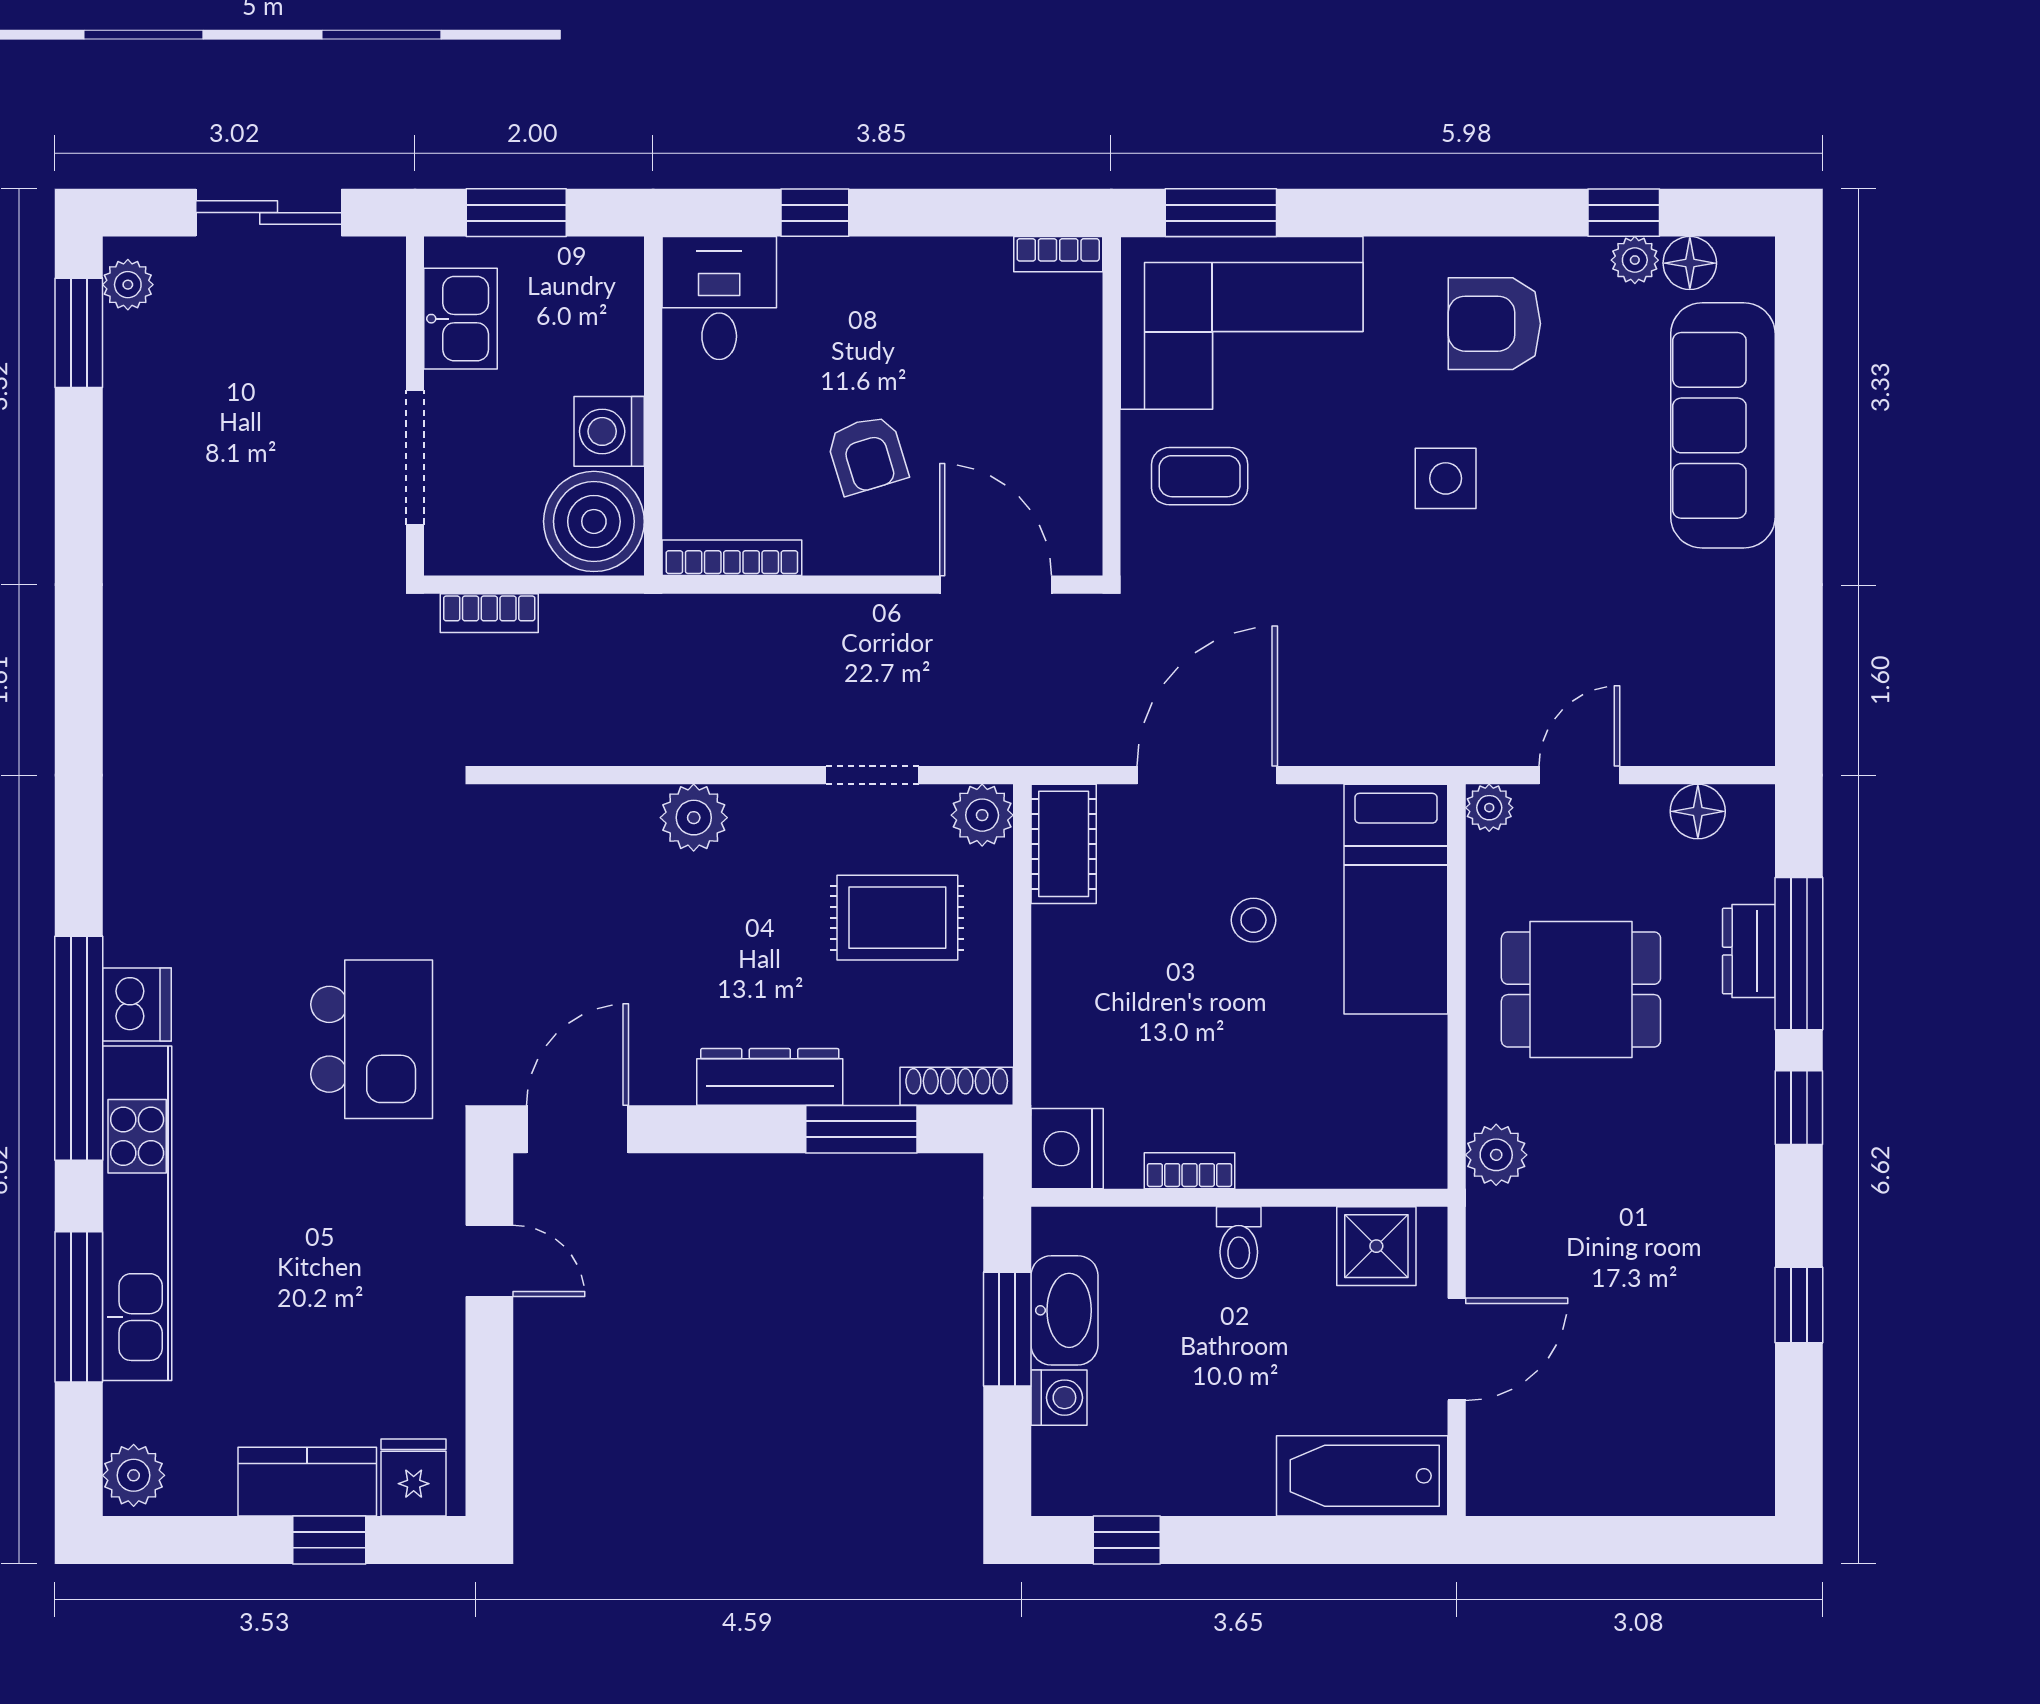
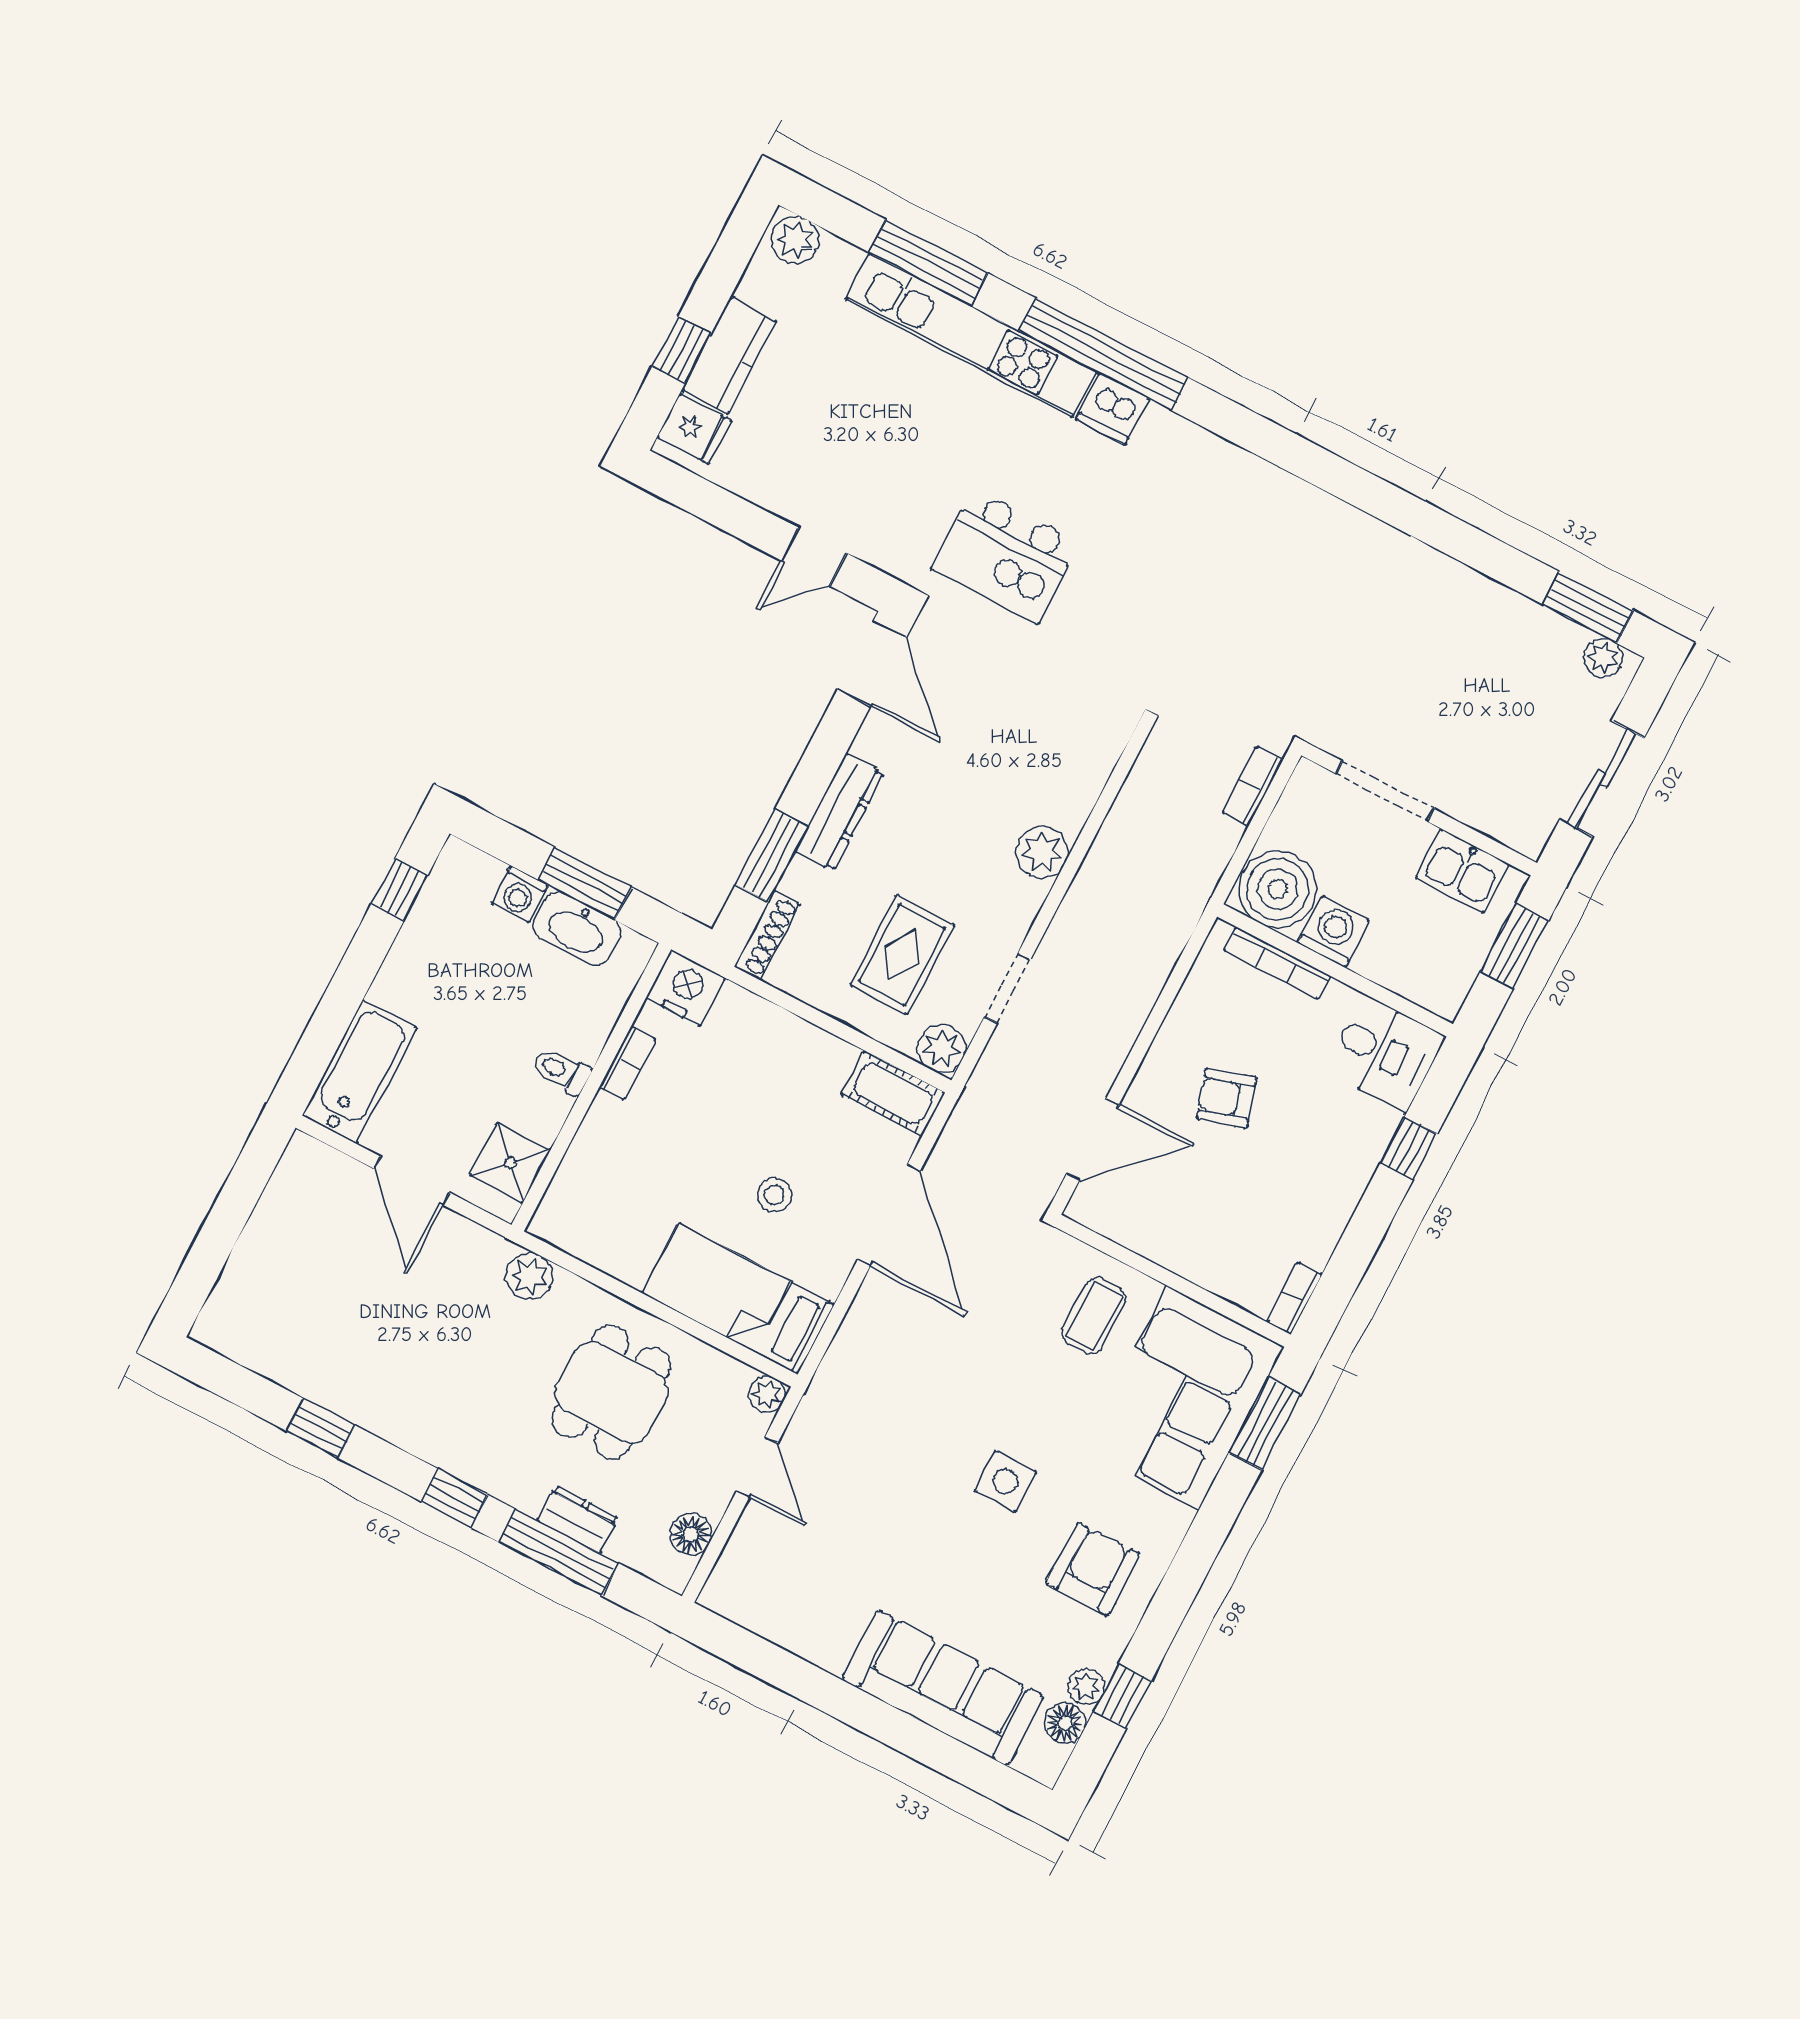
bookcase: (732, 558) -> (1277, 963), moved, turned 90

